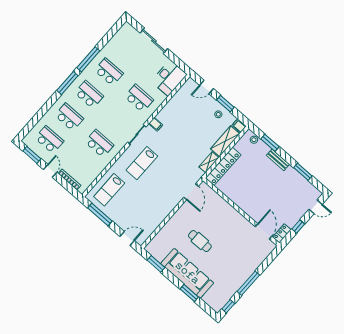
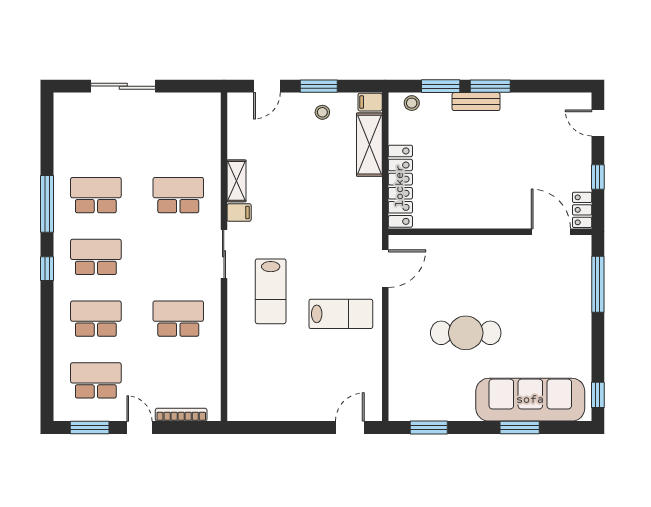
desk: (169, 78) -> (197, 123), removed
window: (67, 83) -> (47, 269), width x0.46
shelving: (209, 162) -> (237, 181), moved
window: (303, 172) -> (490, 86), moved
lab bench: (109, 190) -> (341, 314), moved, turned -90
door: (191, 192) -> (385, 269), hinge flipped
door: (316, 207) -> (598, 123), swing flipped
window: (100, 214) -> (275, 428), removed
cafe table: (200, 241) -> (466, 333), width x1.37, depth x1.35
sofa: (187, 273) -> (530, 400), moved
window: (248, 283) -> (598, 284), moved

